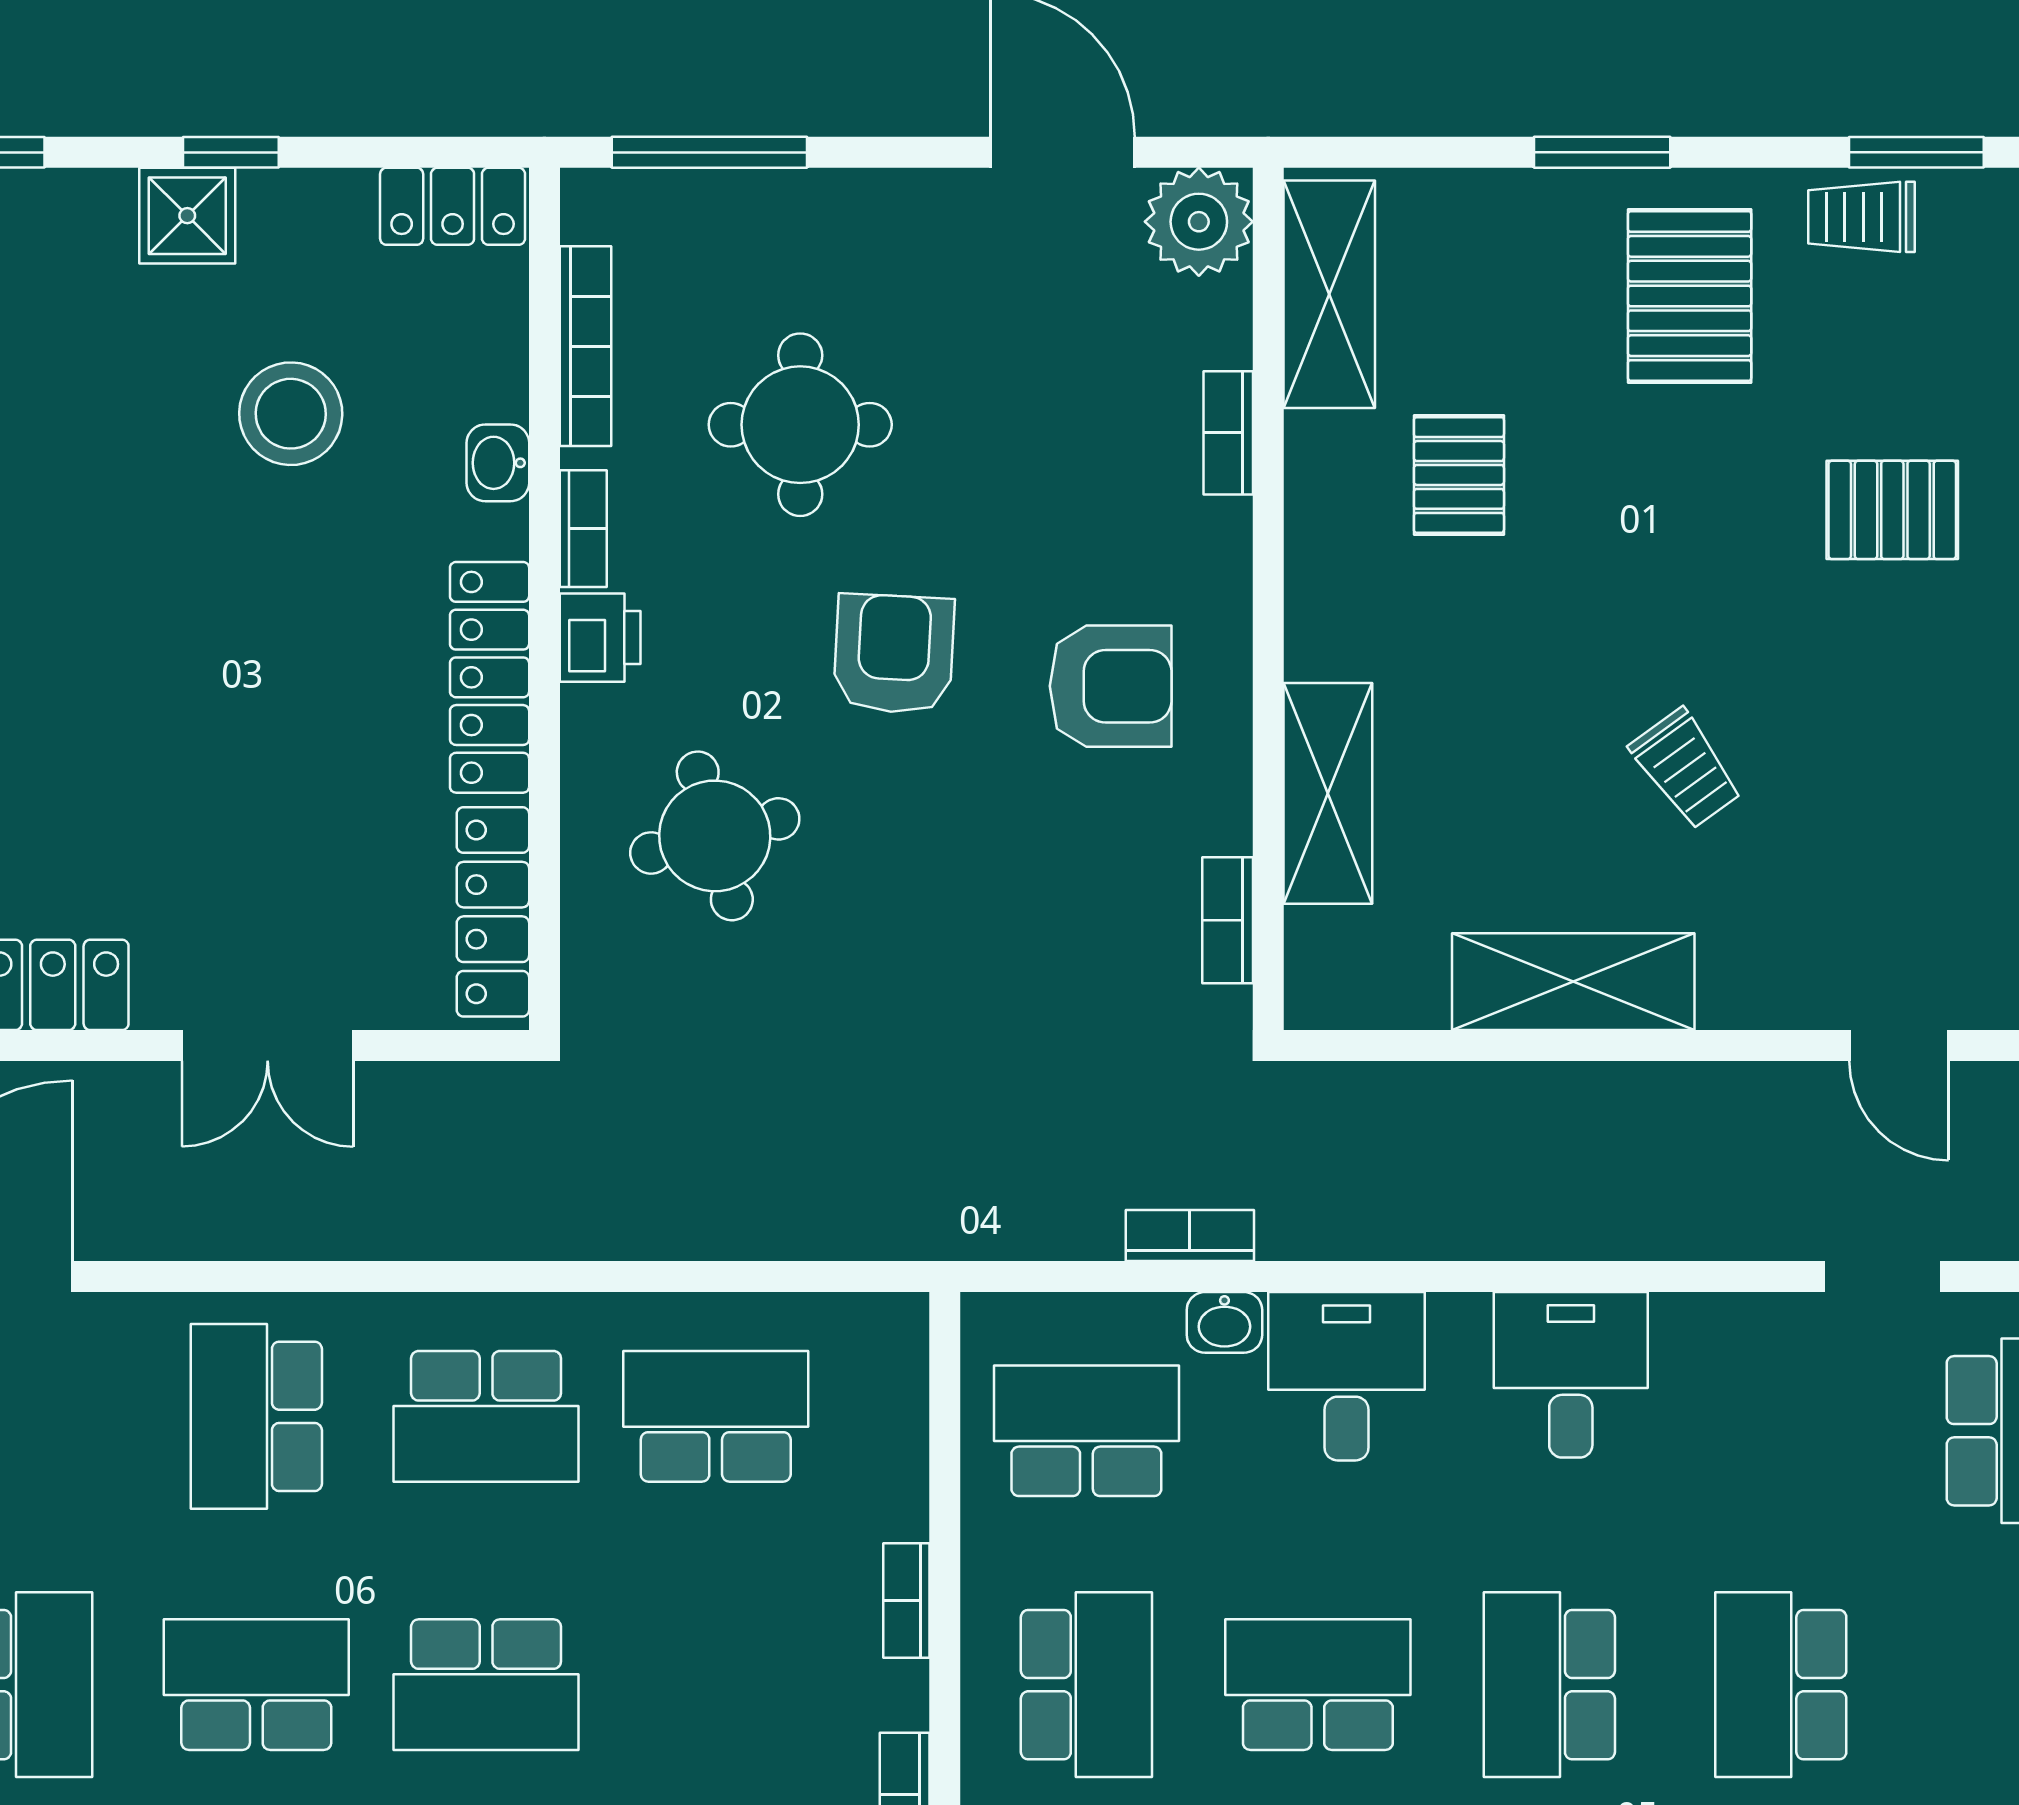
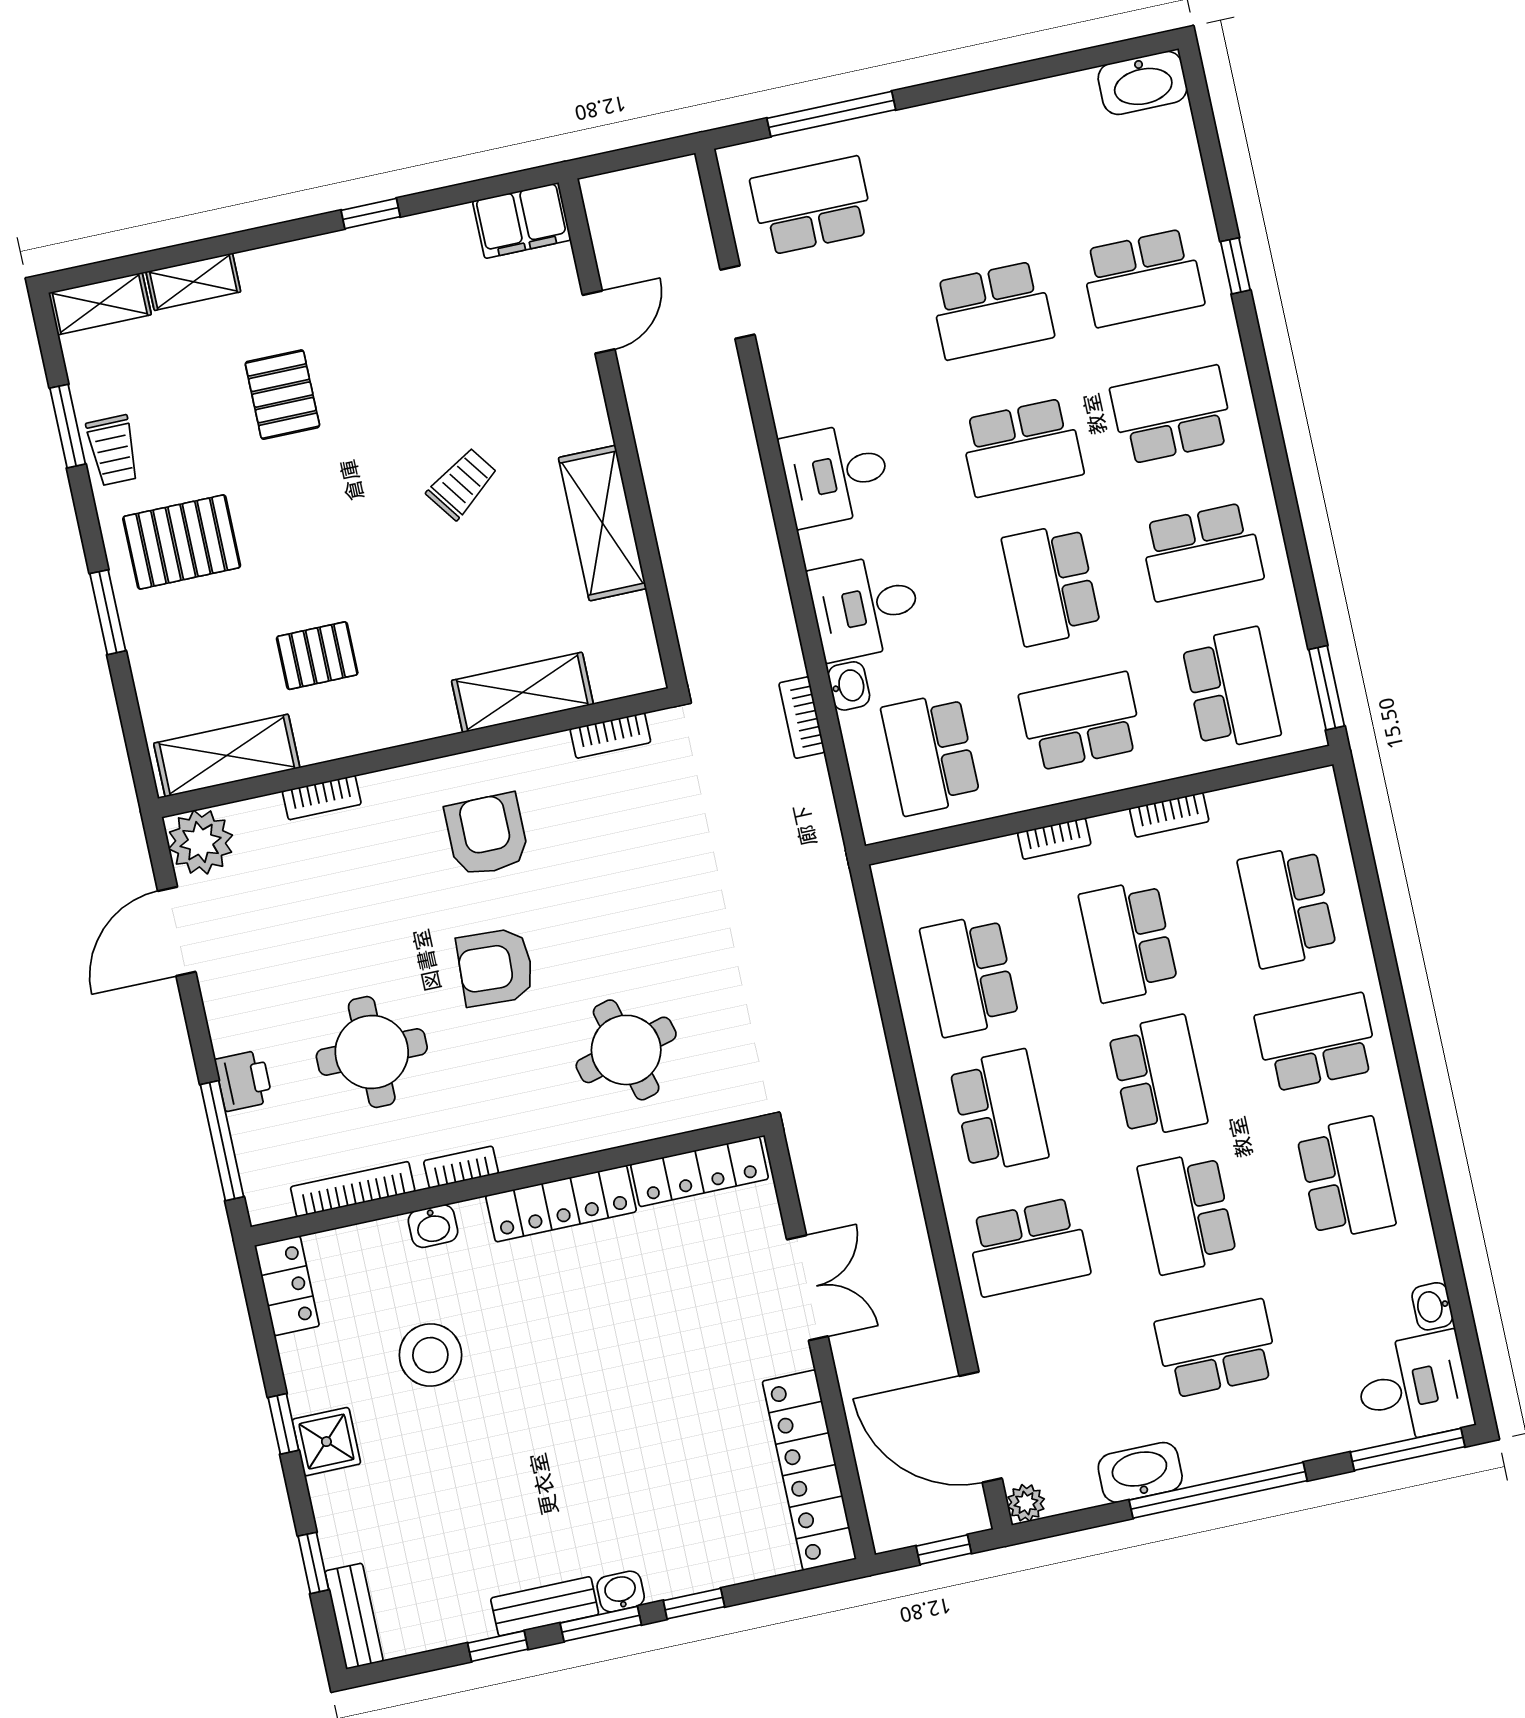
printer: (600, 638) -> (244, 1081), moved, turned 90
school desk: (716, 1685) -> (1128, 941), added

